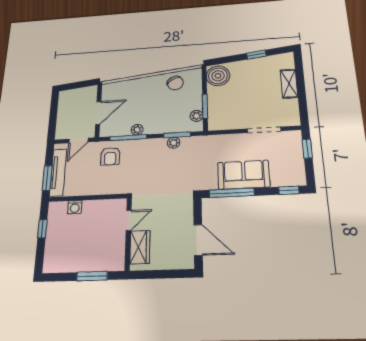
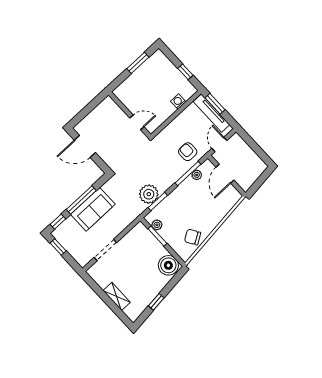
plant: (137, 130) -> (197, 175), moved
plant: (174, 143) -> (149, 194), width x1.87, depth x1.87
window: (307, 149) -> (58, 247), moved
window: (232, 193) -> (81, 200), moved
door: (129, 220) -> (137, 122), swing flipped
wardrobe: (140, 247) -> (115, 113), removed
window: (92, 276) -> (138, 63), moved

